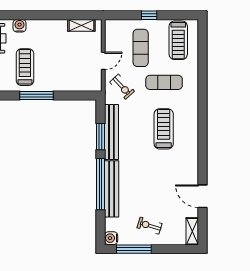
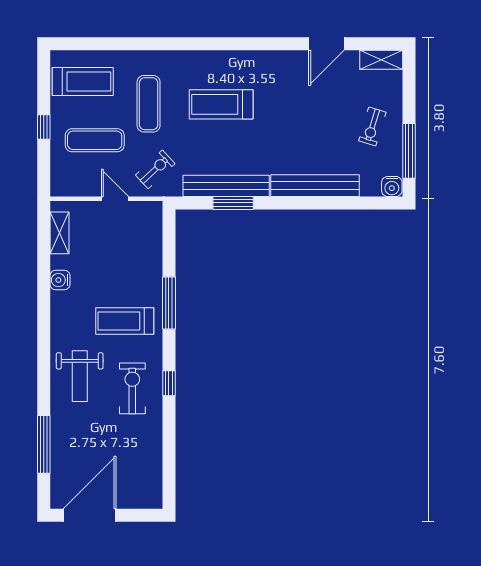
water cooler: (20, 26) -> (60, 280), moved
window: (101, 184) -> (308, 203), removed

